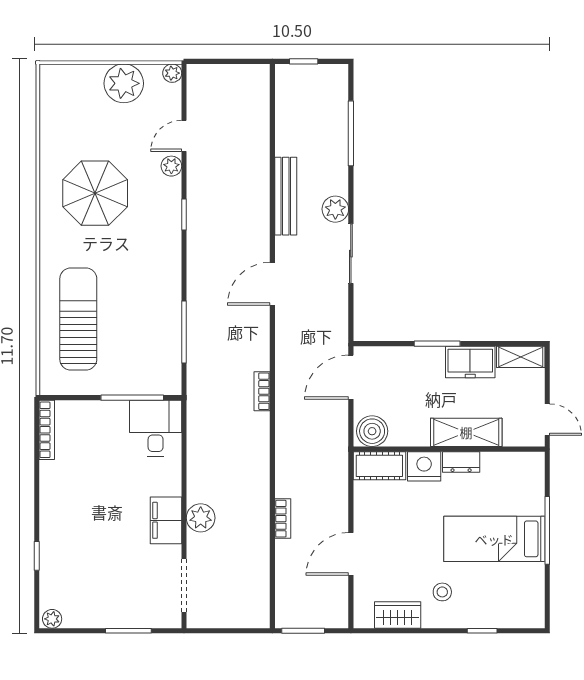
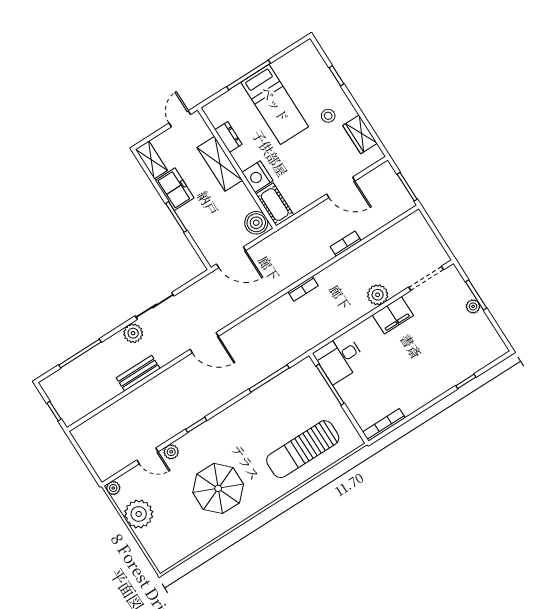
bench: (286, 196) -> (138, 373), width x0.73
bookcase: (262, 391) -> (303, 289), moved
dresser: (461, 462) -> (228, 137), moved
plant: (52, 619) -> (473, 306), moved

